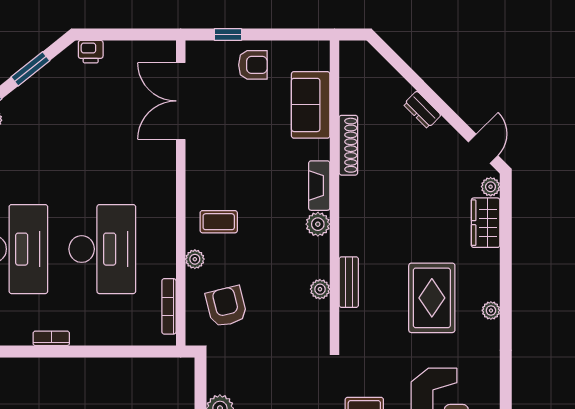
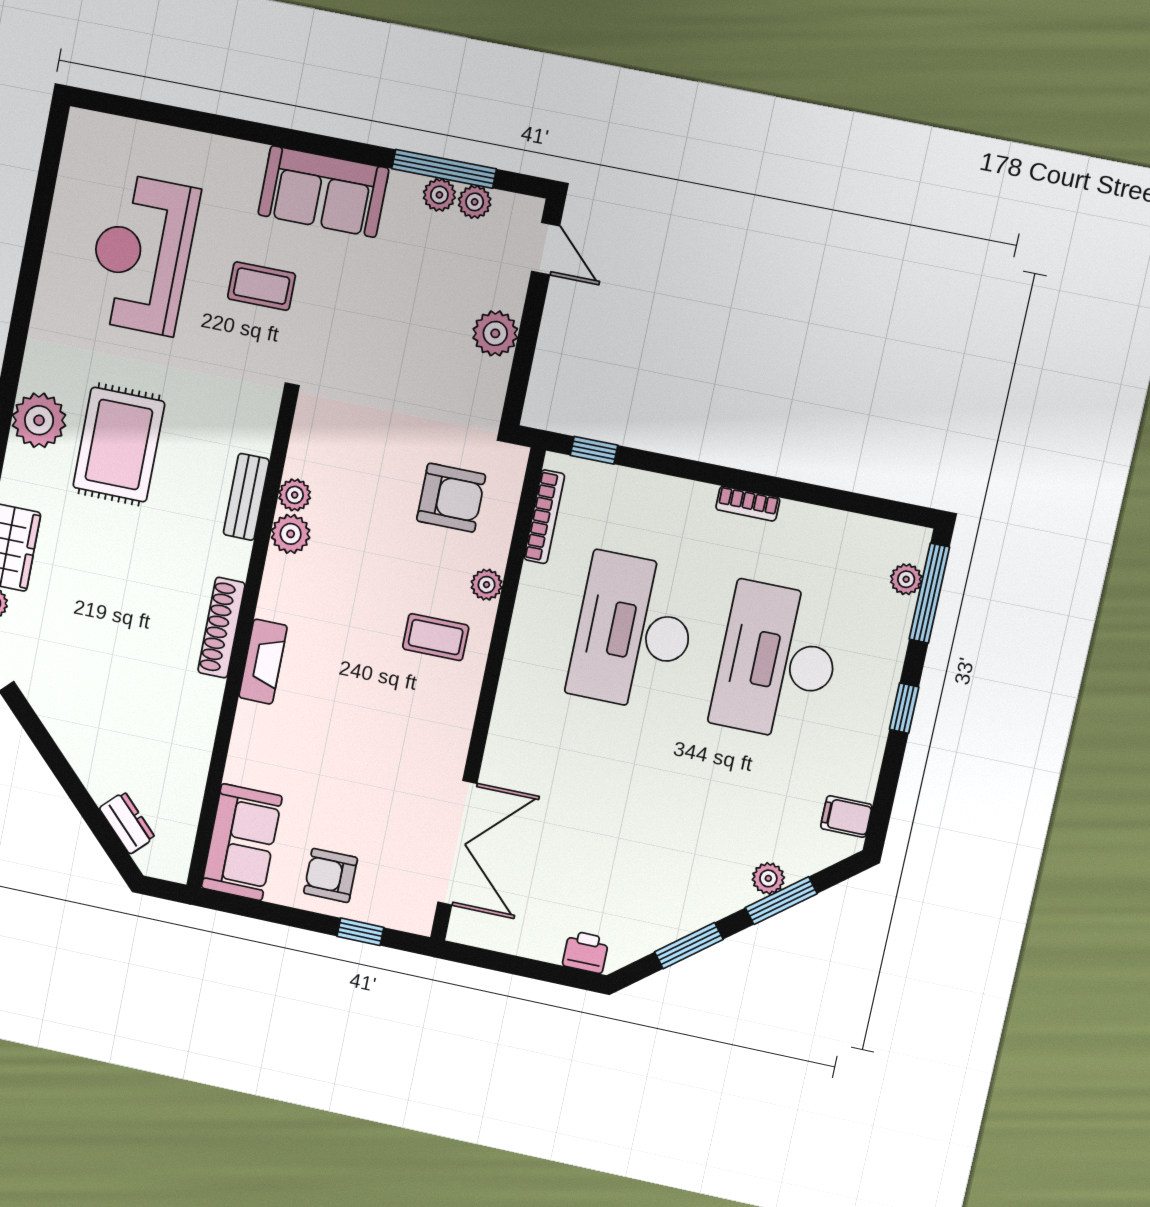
sofa: (311, 105) -> (242, 842), moved
dresser: (422, 110) -> (127, 823), moved
shoe rack: (348, 145) -> (221, 628), moved
plant: (318, 224) -> (291, 534), moved
armchair: (226, 306) -> (451, 498), turned -76
plant: (491, 310) -> (39, 420), width x1.88, depth x1.88
window: (148, 351) -> (594, 450), added

